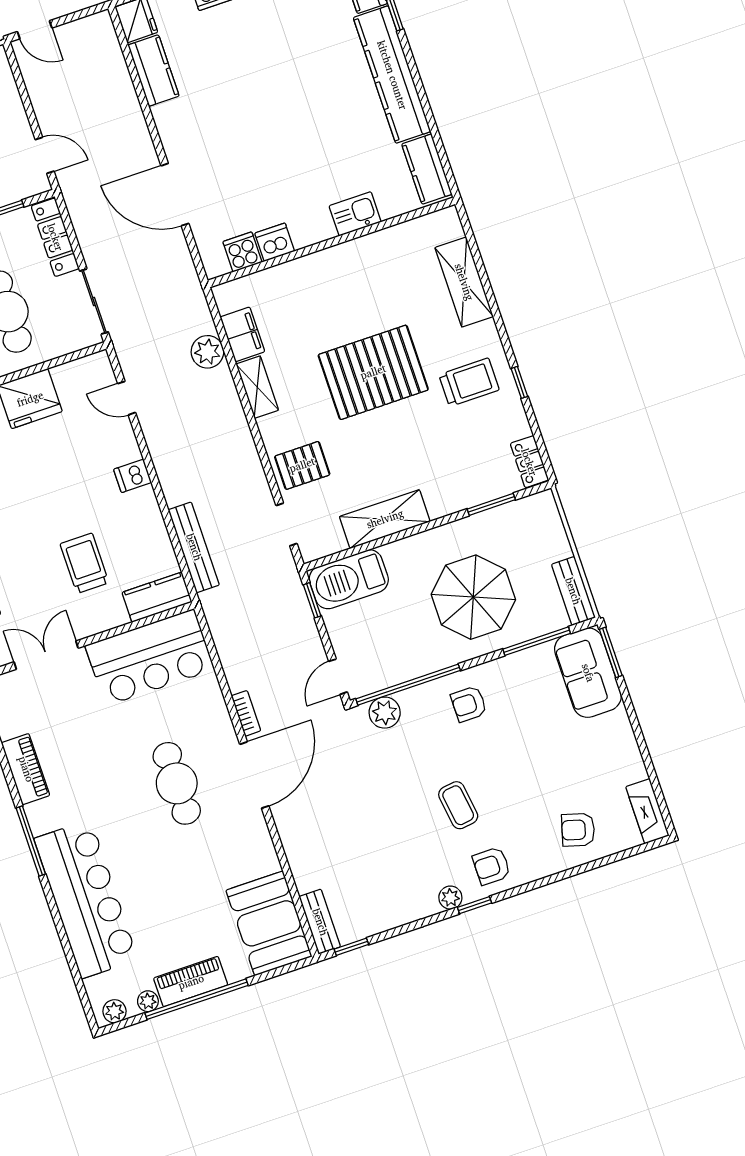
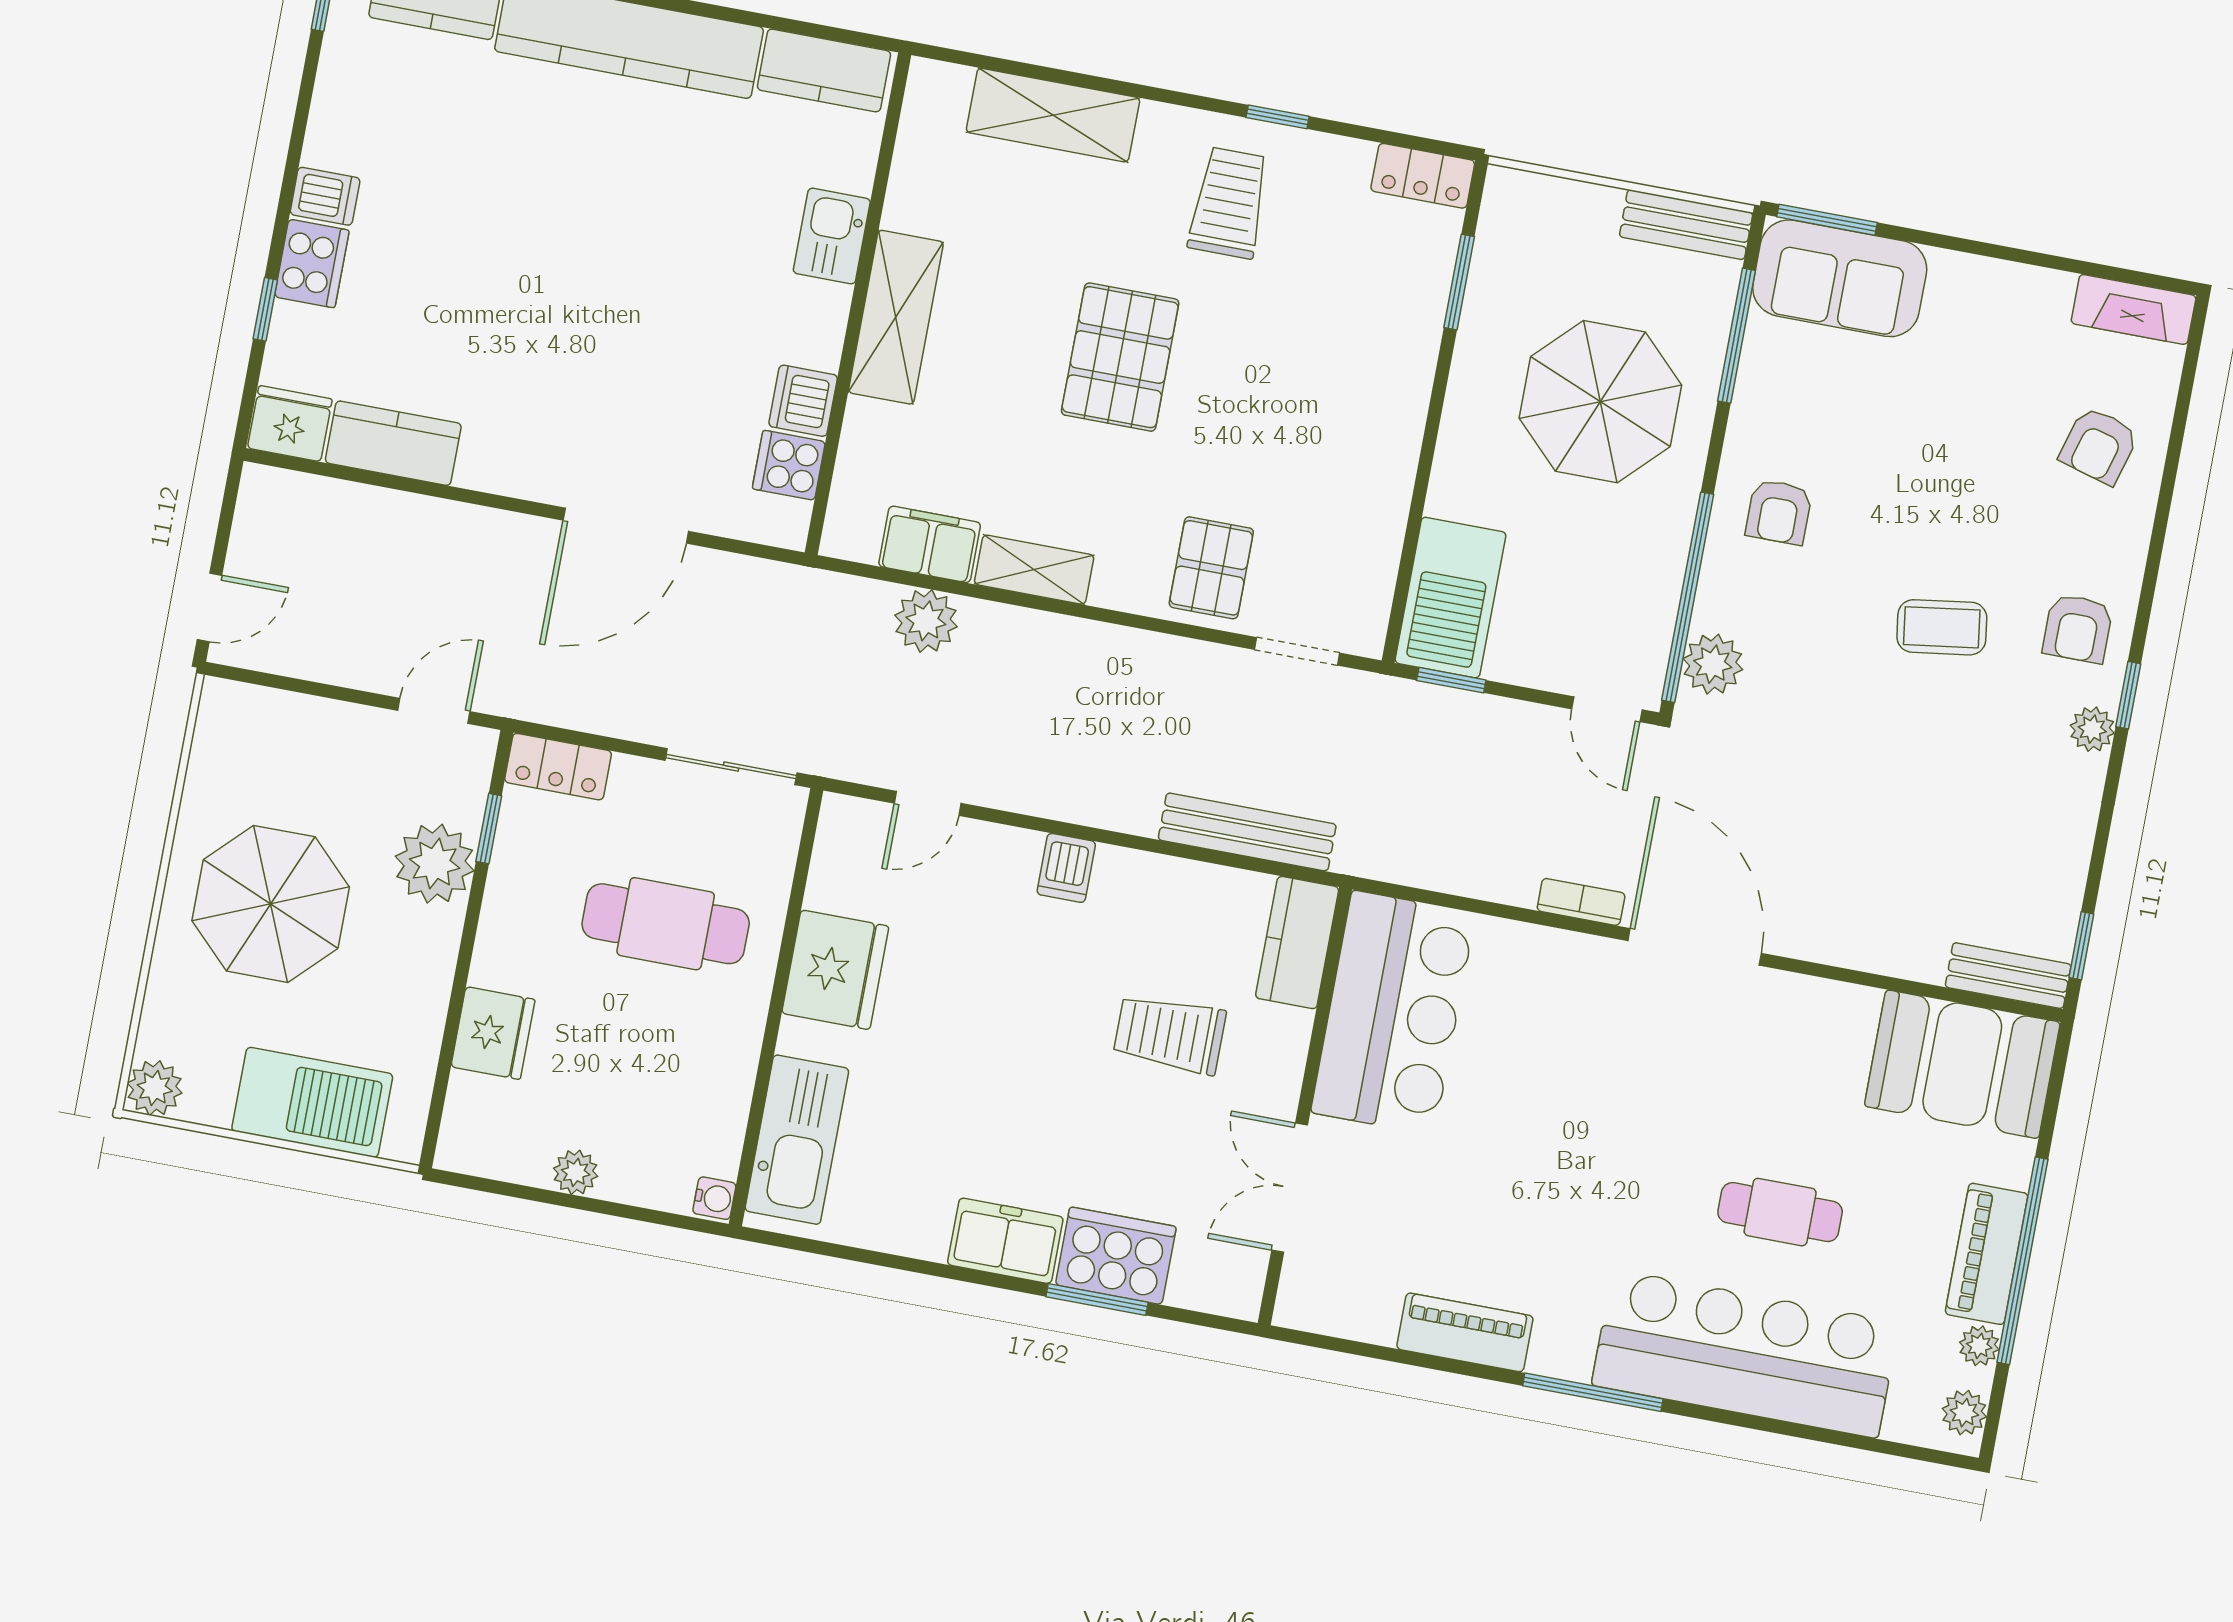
locker: (55, 237) -> (558, 767), width x0.66
pallet: (373, 372) -> (1120, 357), width x0.73, depth x0.71
shelving: (385, 519) -> (896, 317), moved
cafe table: (177, 783) -> (1780, 1212), moved, width x0.73, depth x0.74

